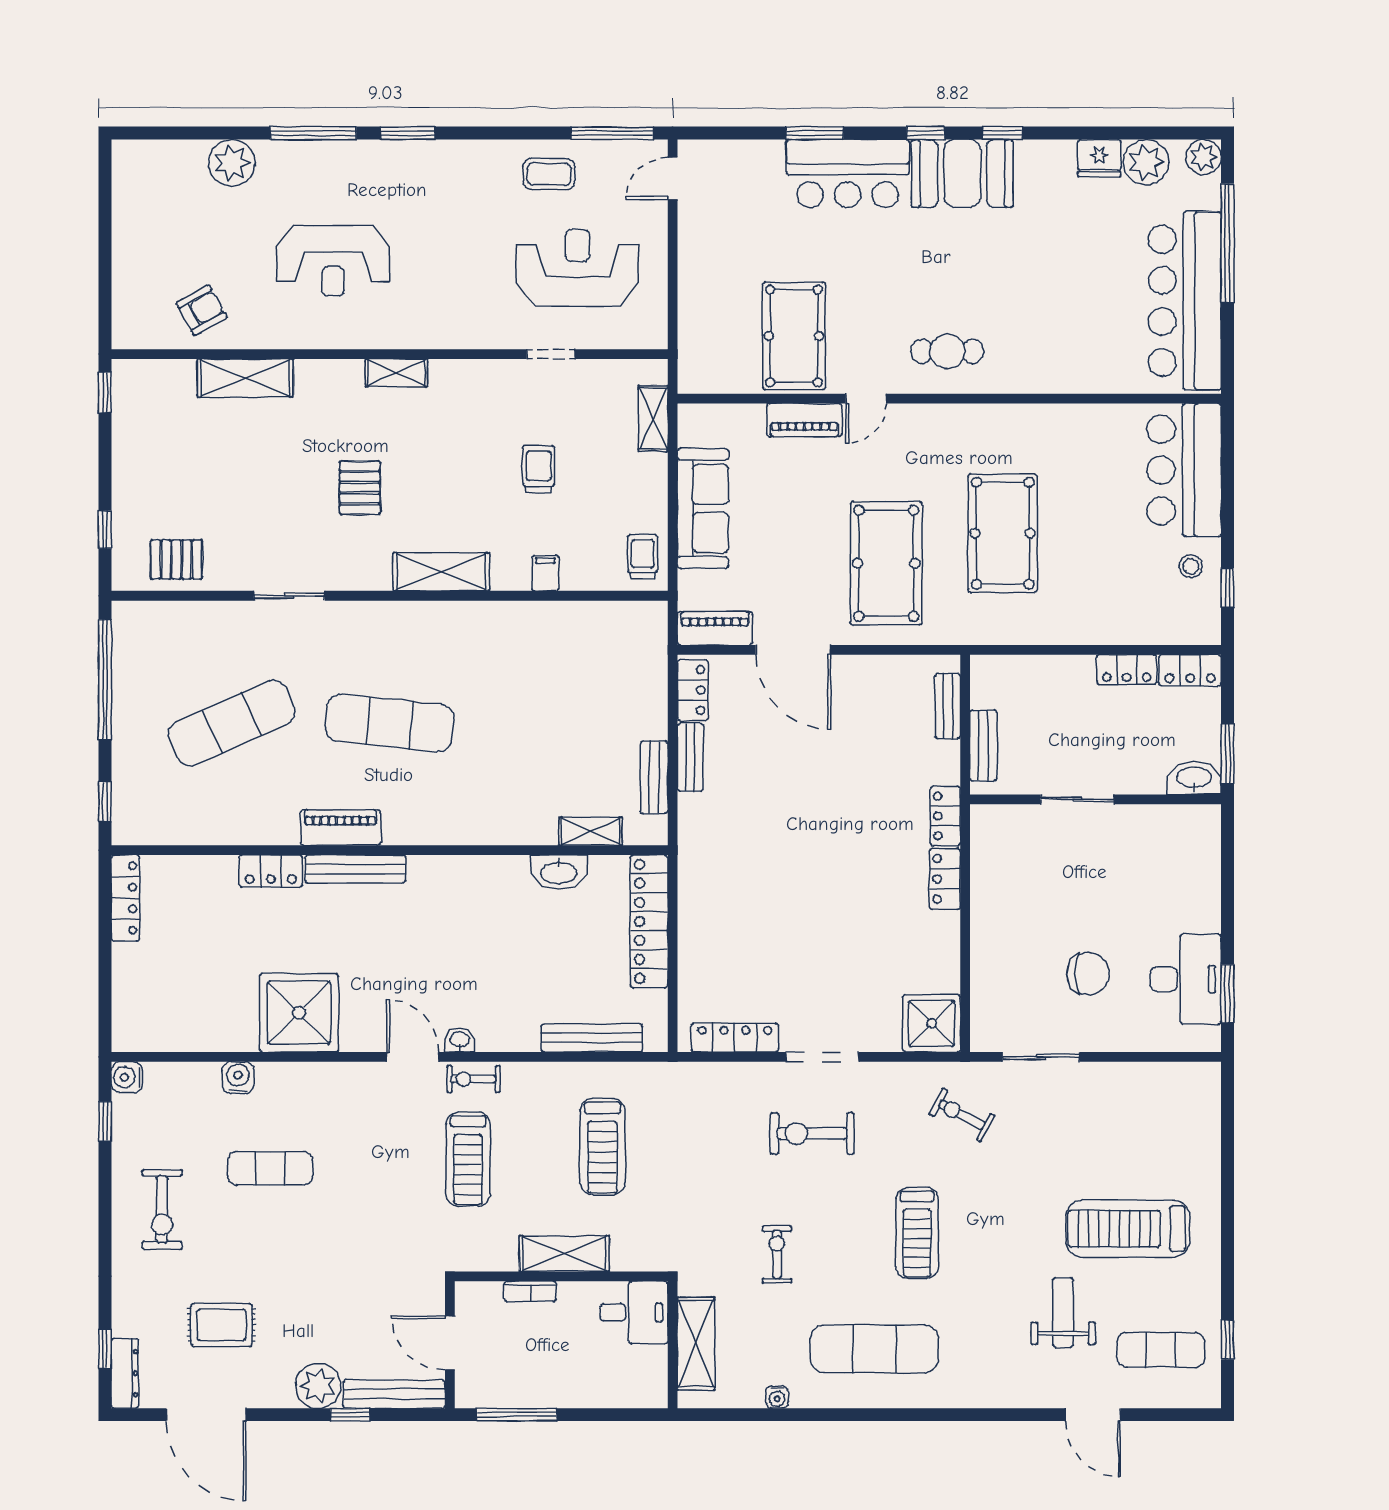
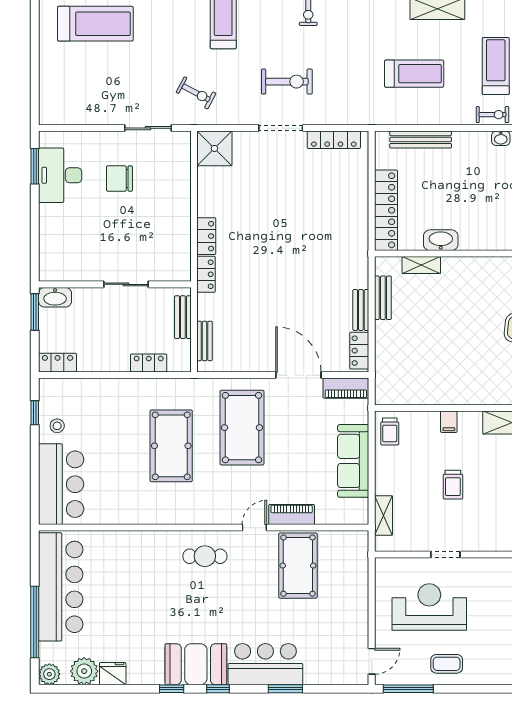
reception desk: (578, 268) -> (429, 607), turned 180
locker: (1127, 670) -> (149, 363), moved
treadmill: (603, 1146) -> (414, 74), turned 90

